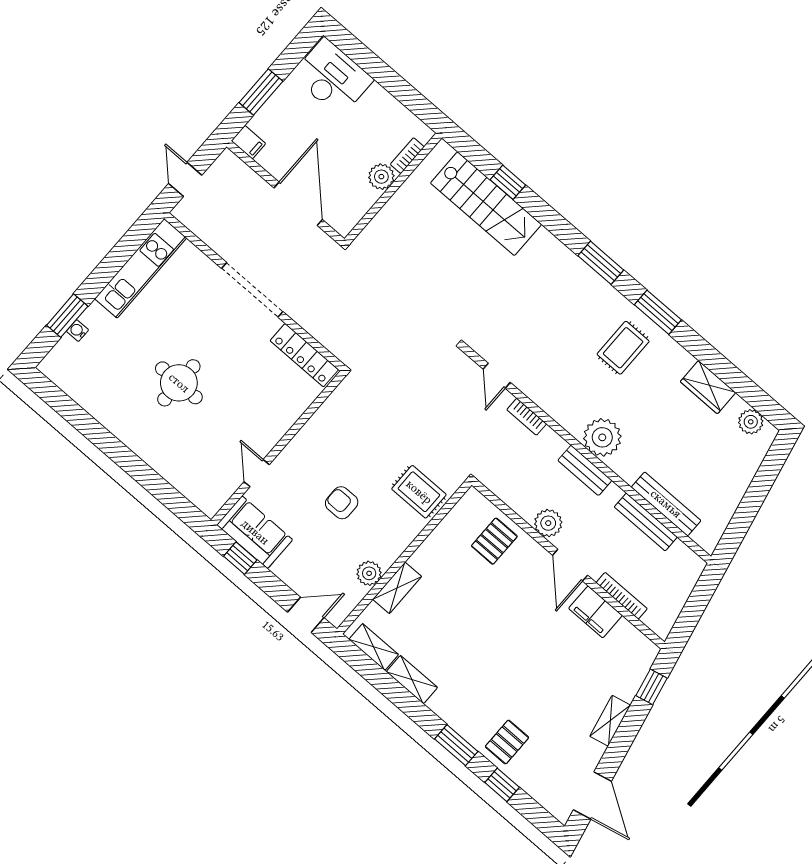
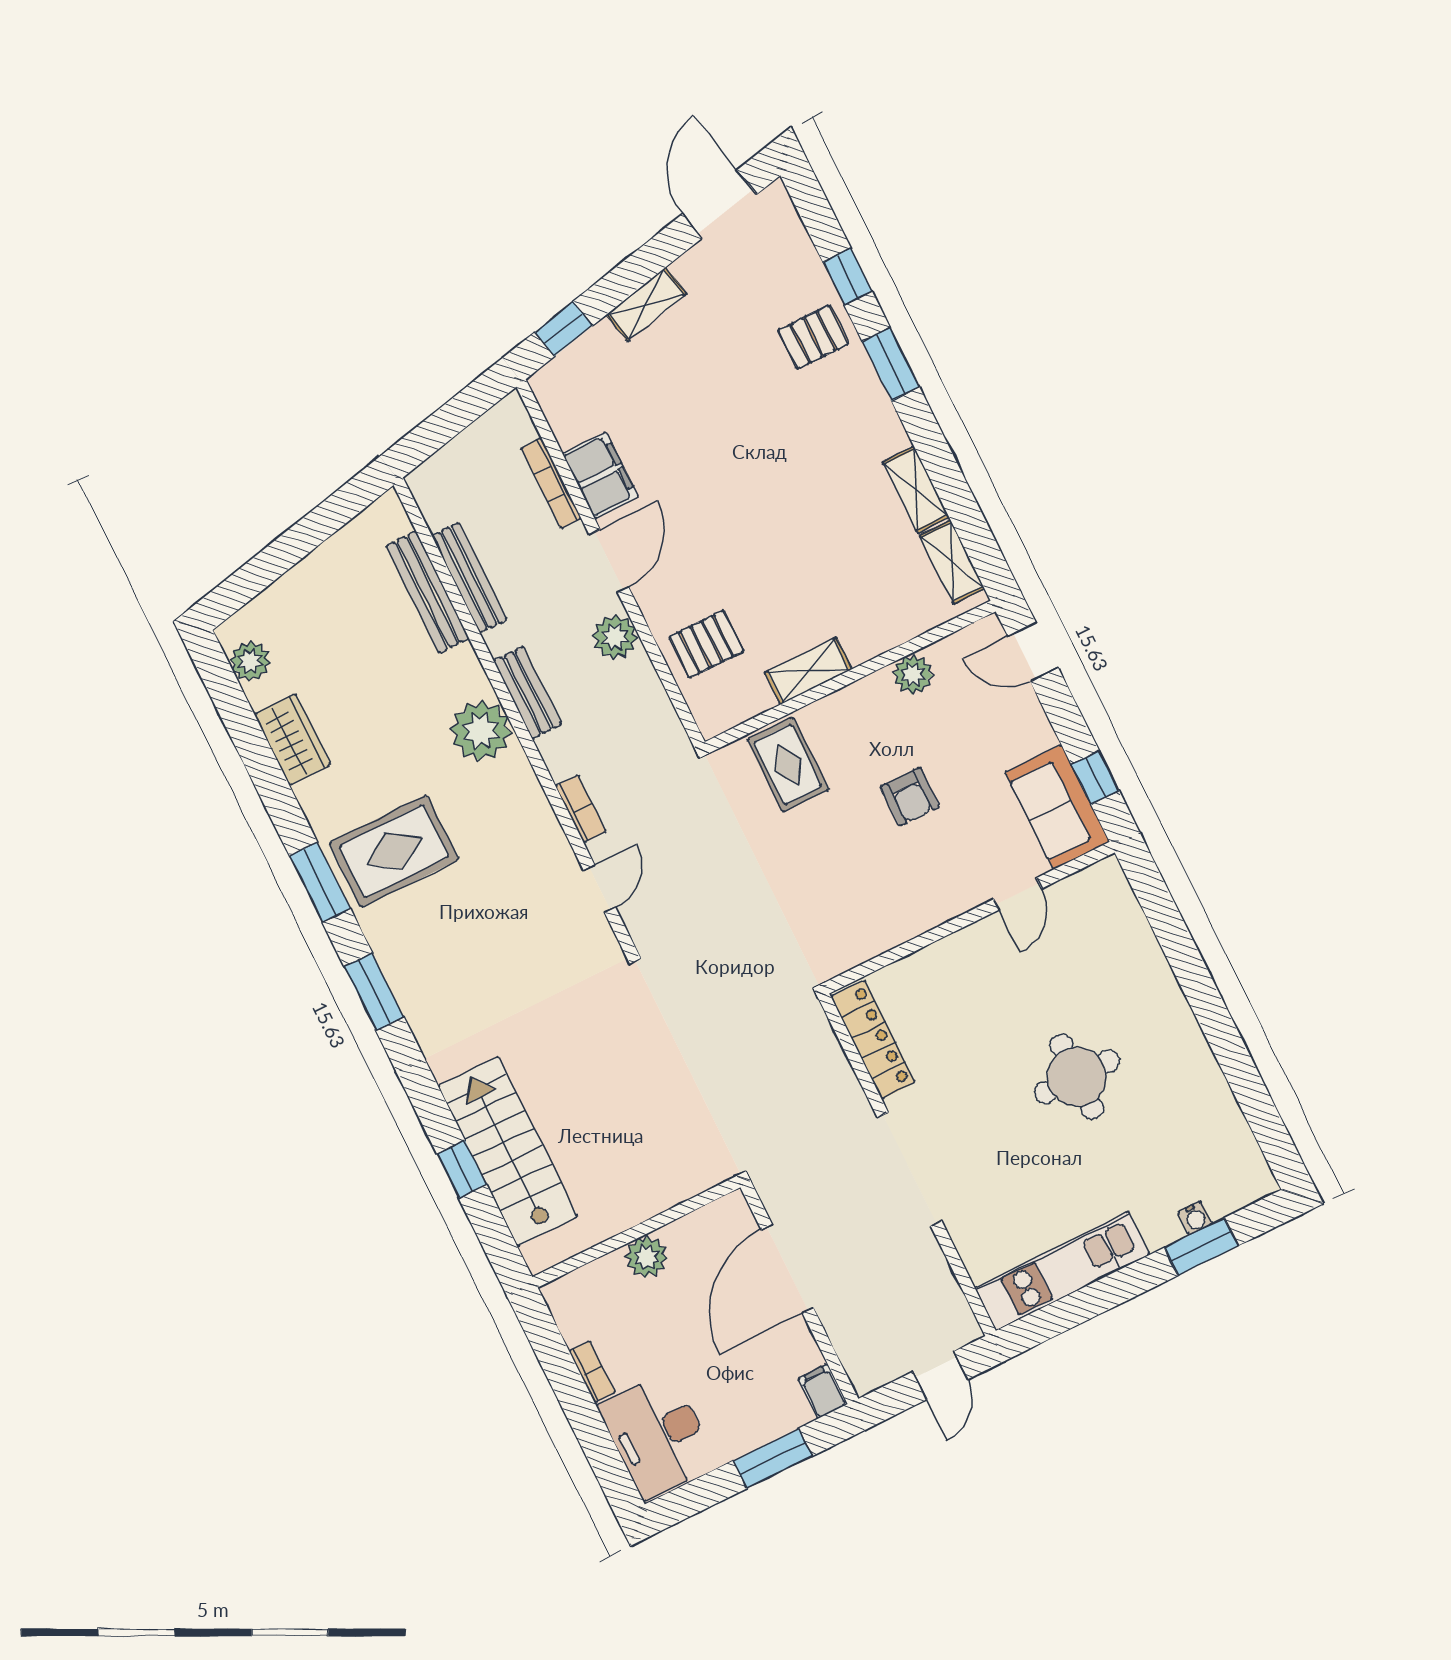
bookcase: (407, 156) -> (592, 1372), moved, turned -90
rug: (623, 348) -> (394, 851), width x1.36, depth x1.43
shelving: (397, 588) -> (808, 671), moved

